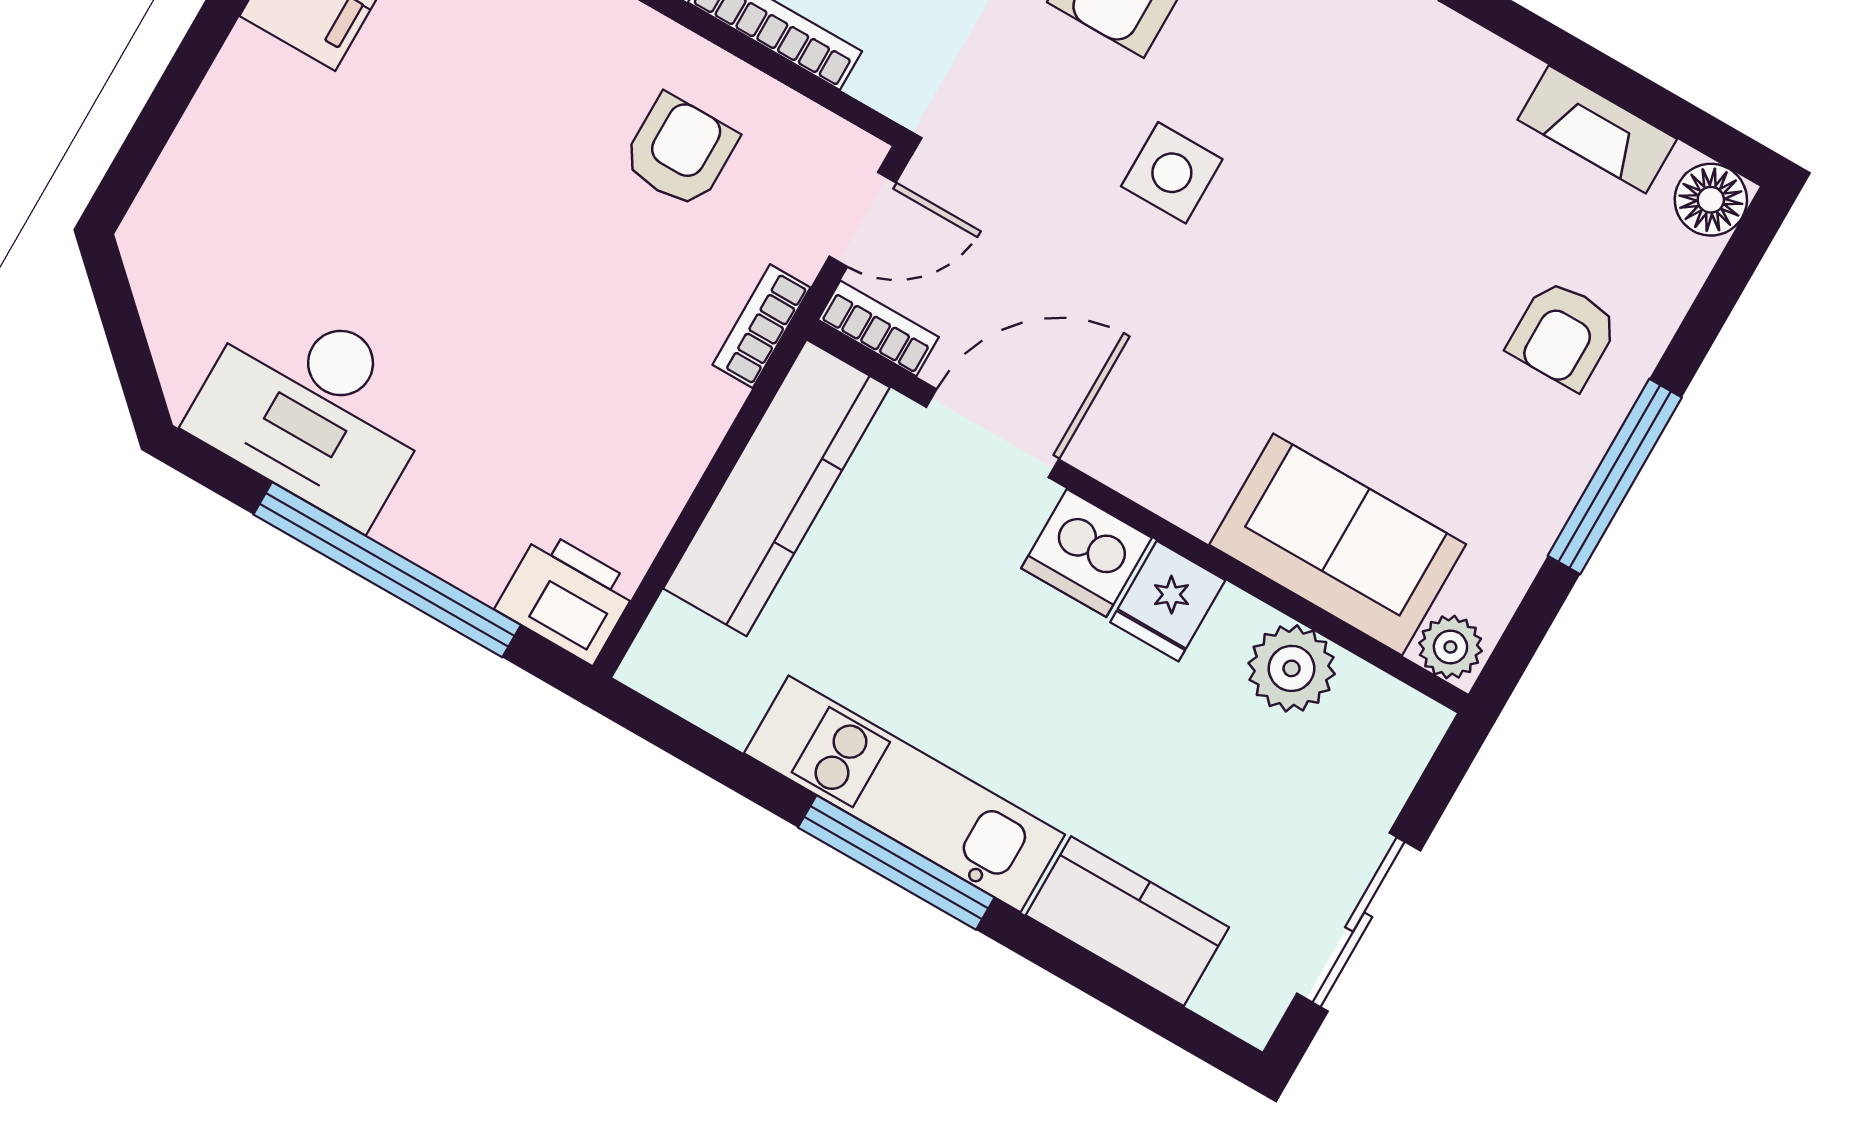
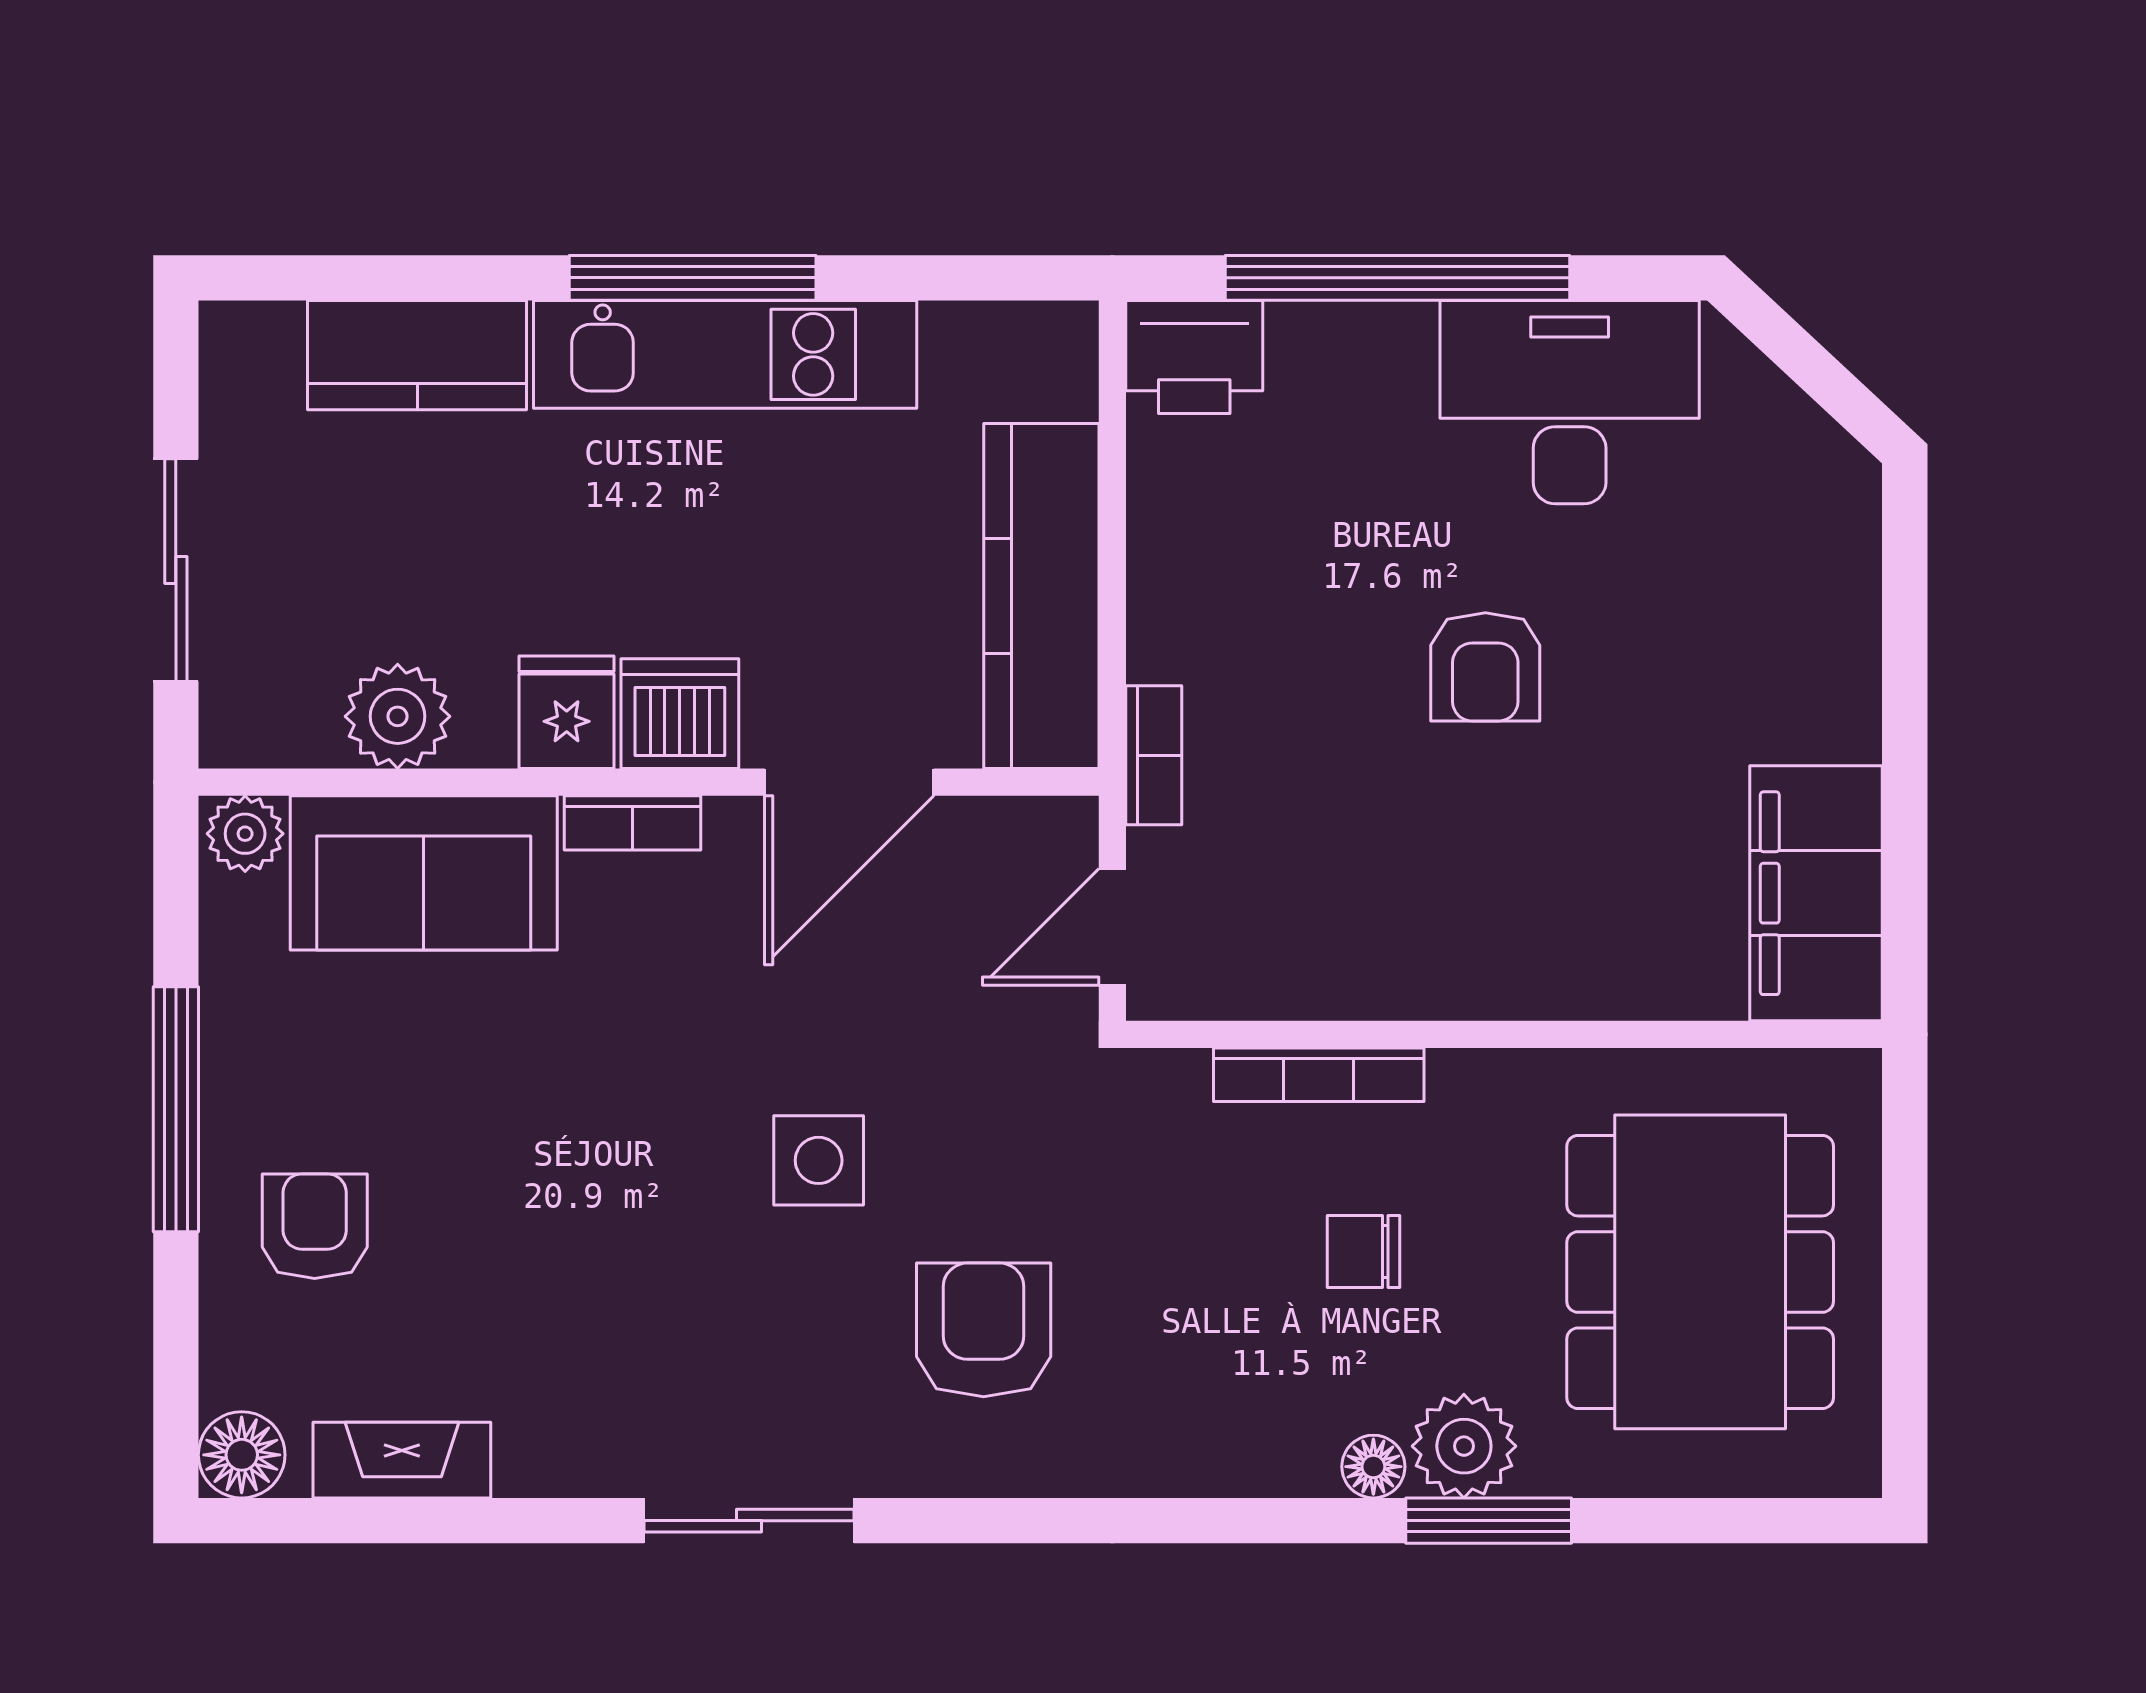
armchair: (680, 151) -> (1485, 667), moved
bookcase: (878, 328) -> (633, 823), moved
sliding door: (1359, 922) -> (176, 570), moved

